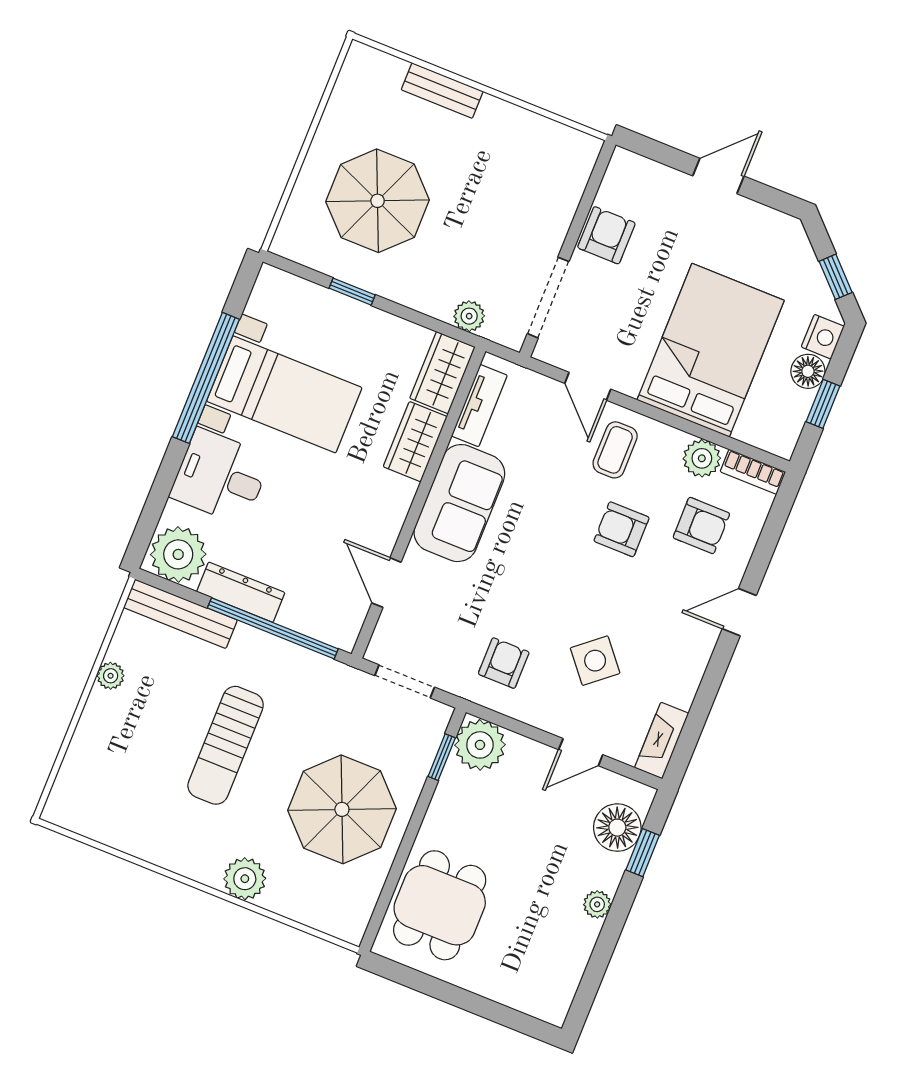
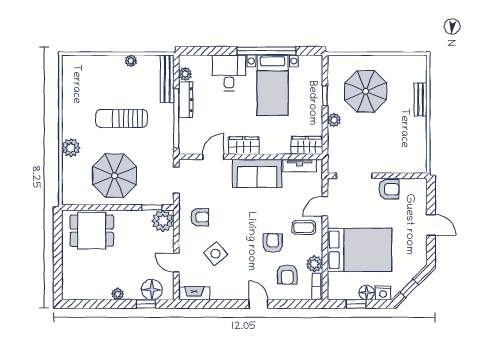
plant: (469, 316) -> (334, 120), moved
wardrobe: (415, 442) -> (244, 146), moved
plant: (178, 554) -> (185, 74), width x0.53, depth x0.53

